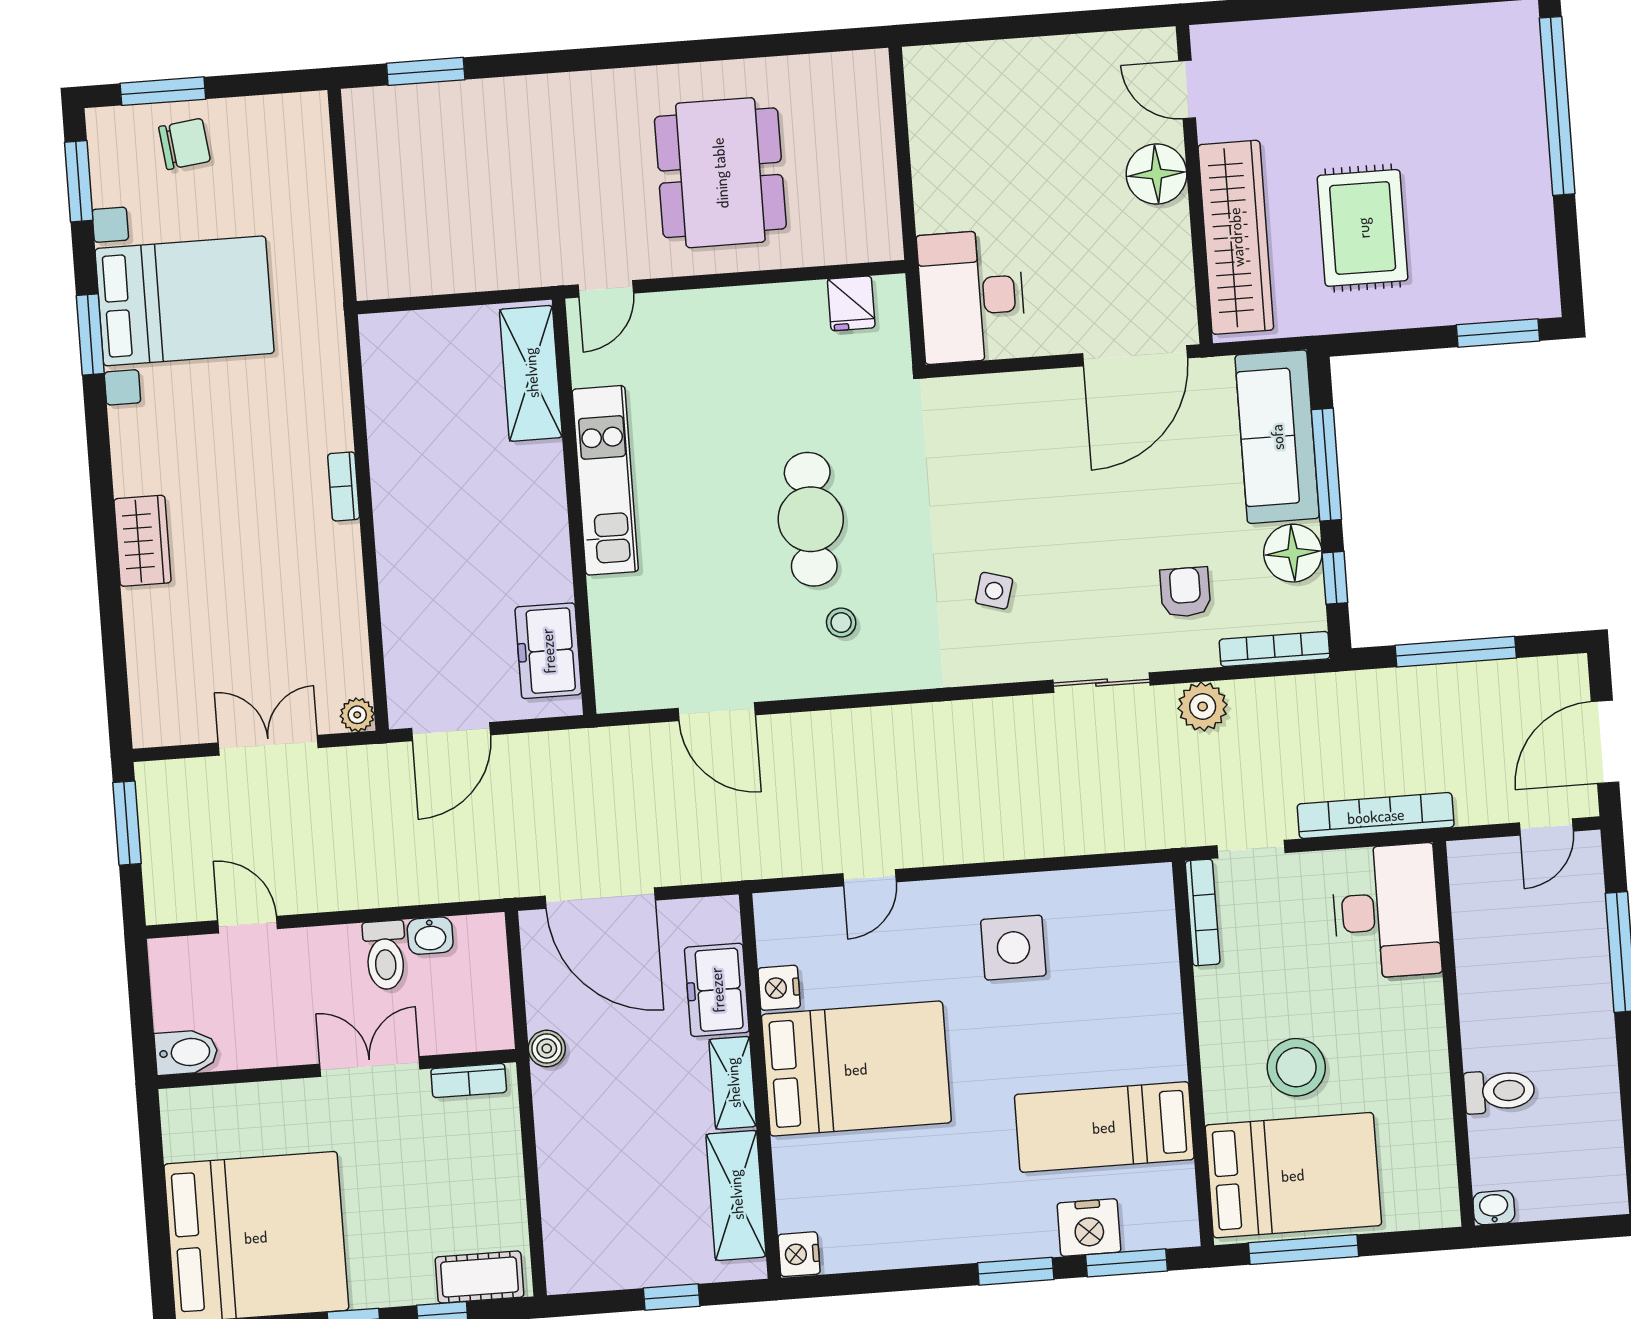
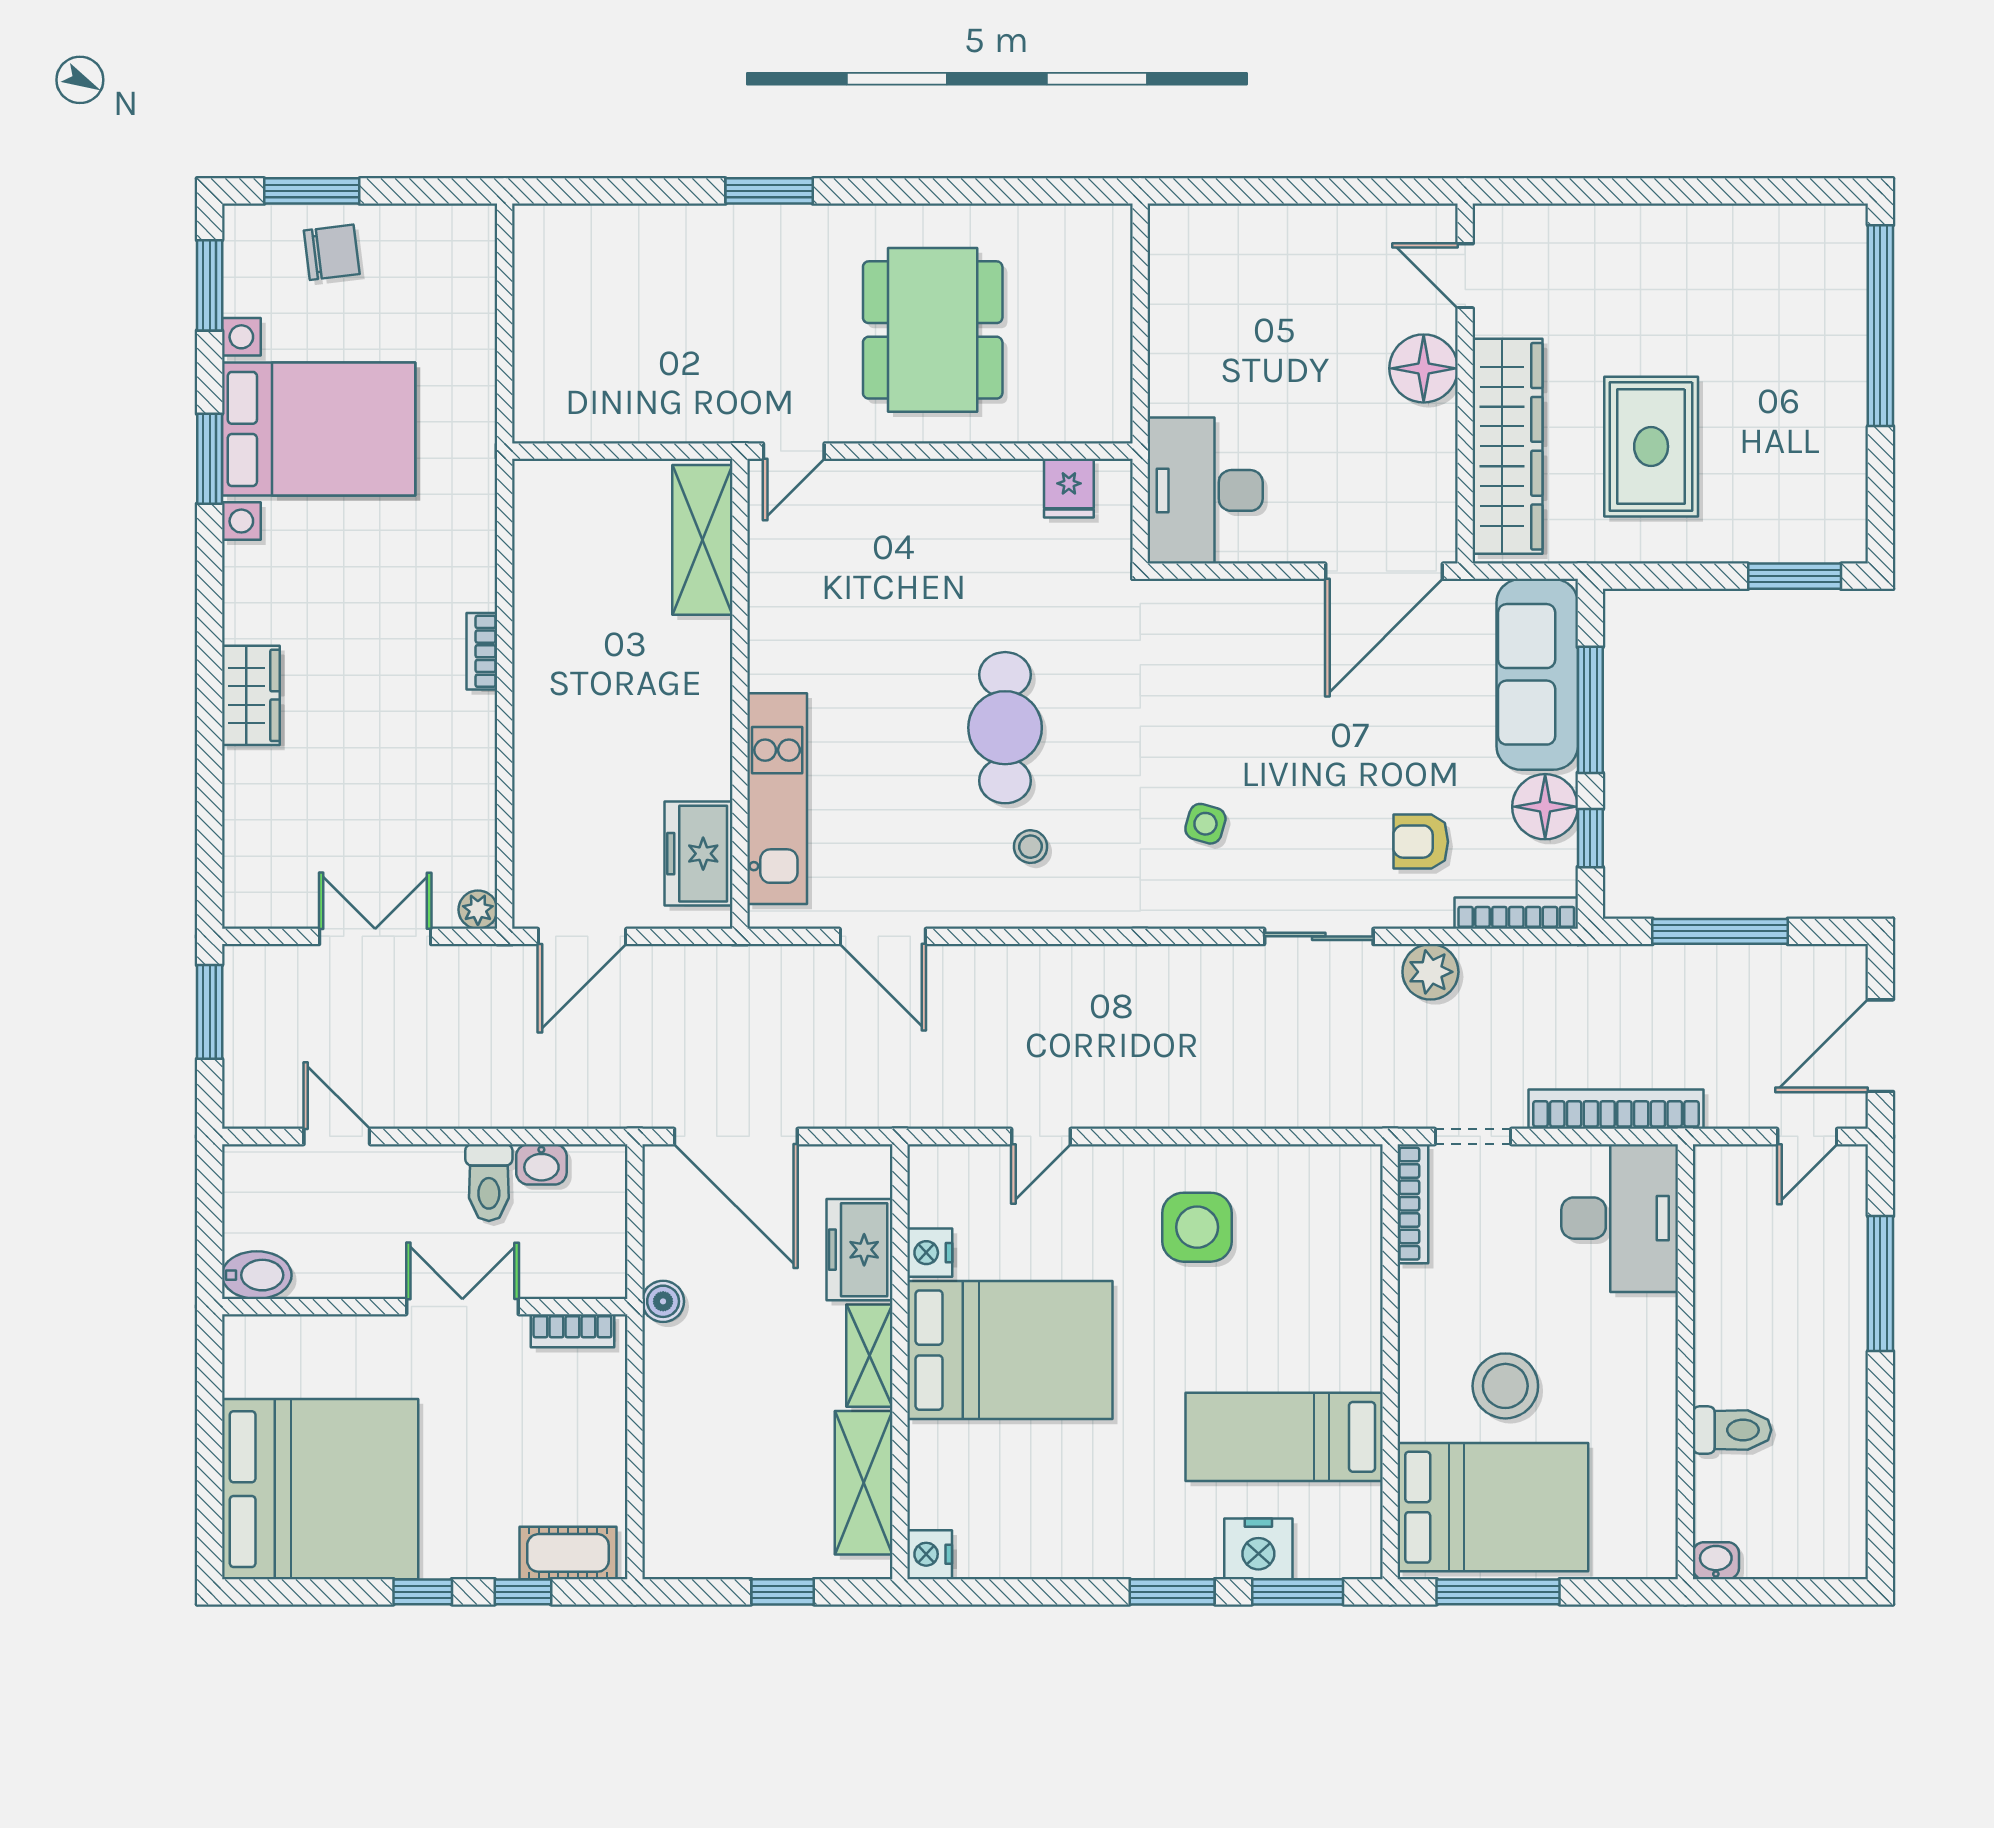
window: (426, 71) -> (769, 191), moved
kitchen unit: (605, 480) -> (777, 799), moved
armchair: (1185, 592) -> (1421, 842), turned -90

